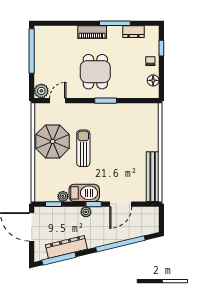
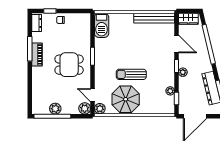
piano: (92, 32) -> (37, 55), moved
dresser: (134, 32) -> (37, 23), moved
plant: (41, 55) -> (55, 109), added
floor lamp: (153, 80) -> (76, 18), removed
plant: (41, 110) -> (100, 109), added
barbecue: (84, 193) -> (102, 25), moved, turned 180
wardrobe: (152, 219) -> (188, 19), added

